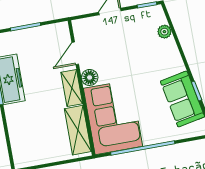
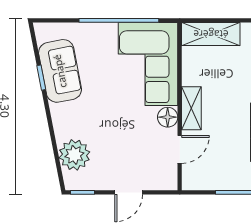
plant: (164, 32) -> (74, 155), width x1.87, depth x1.87
shelving: (78, 130) -> (211, 34), moved, turned 90

